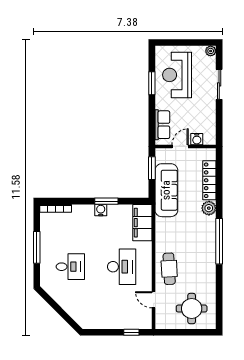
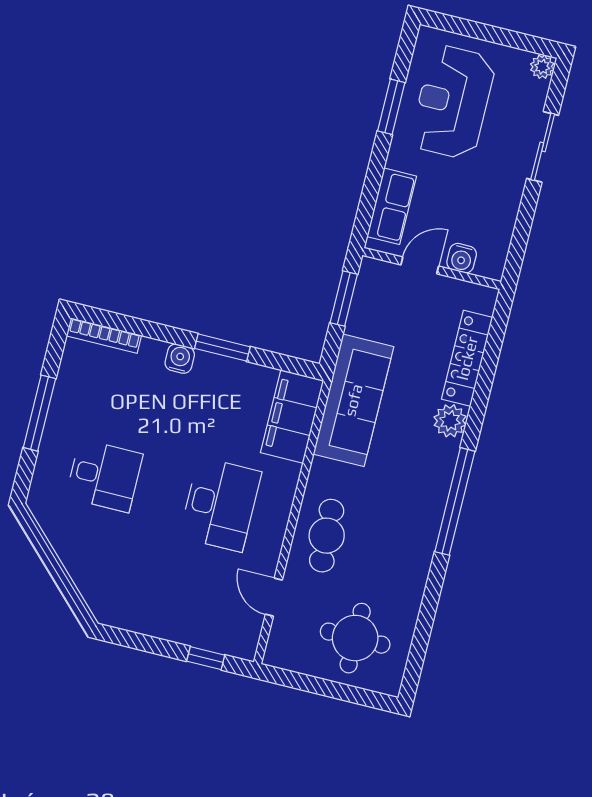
sofa: (166, 190) -> (353, 400), moved
water cooler: (101, 210) -> (180, 359), moved

